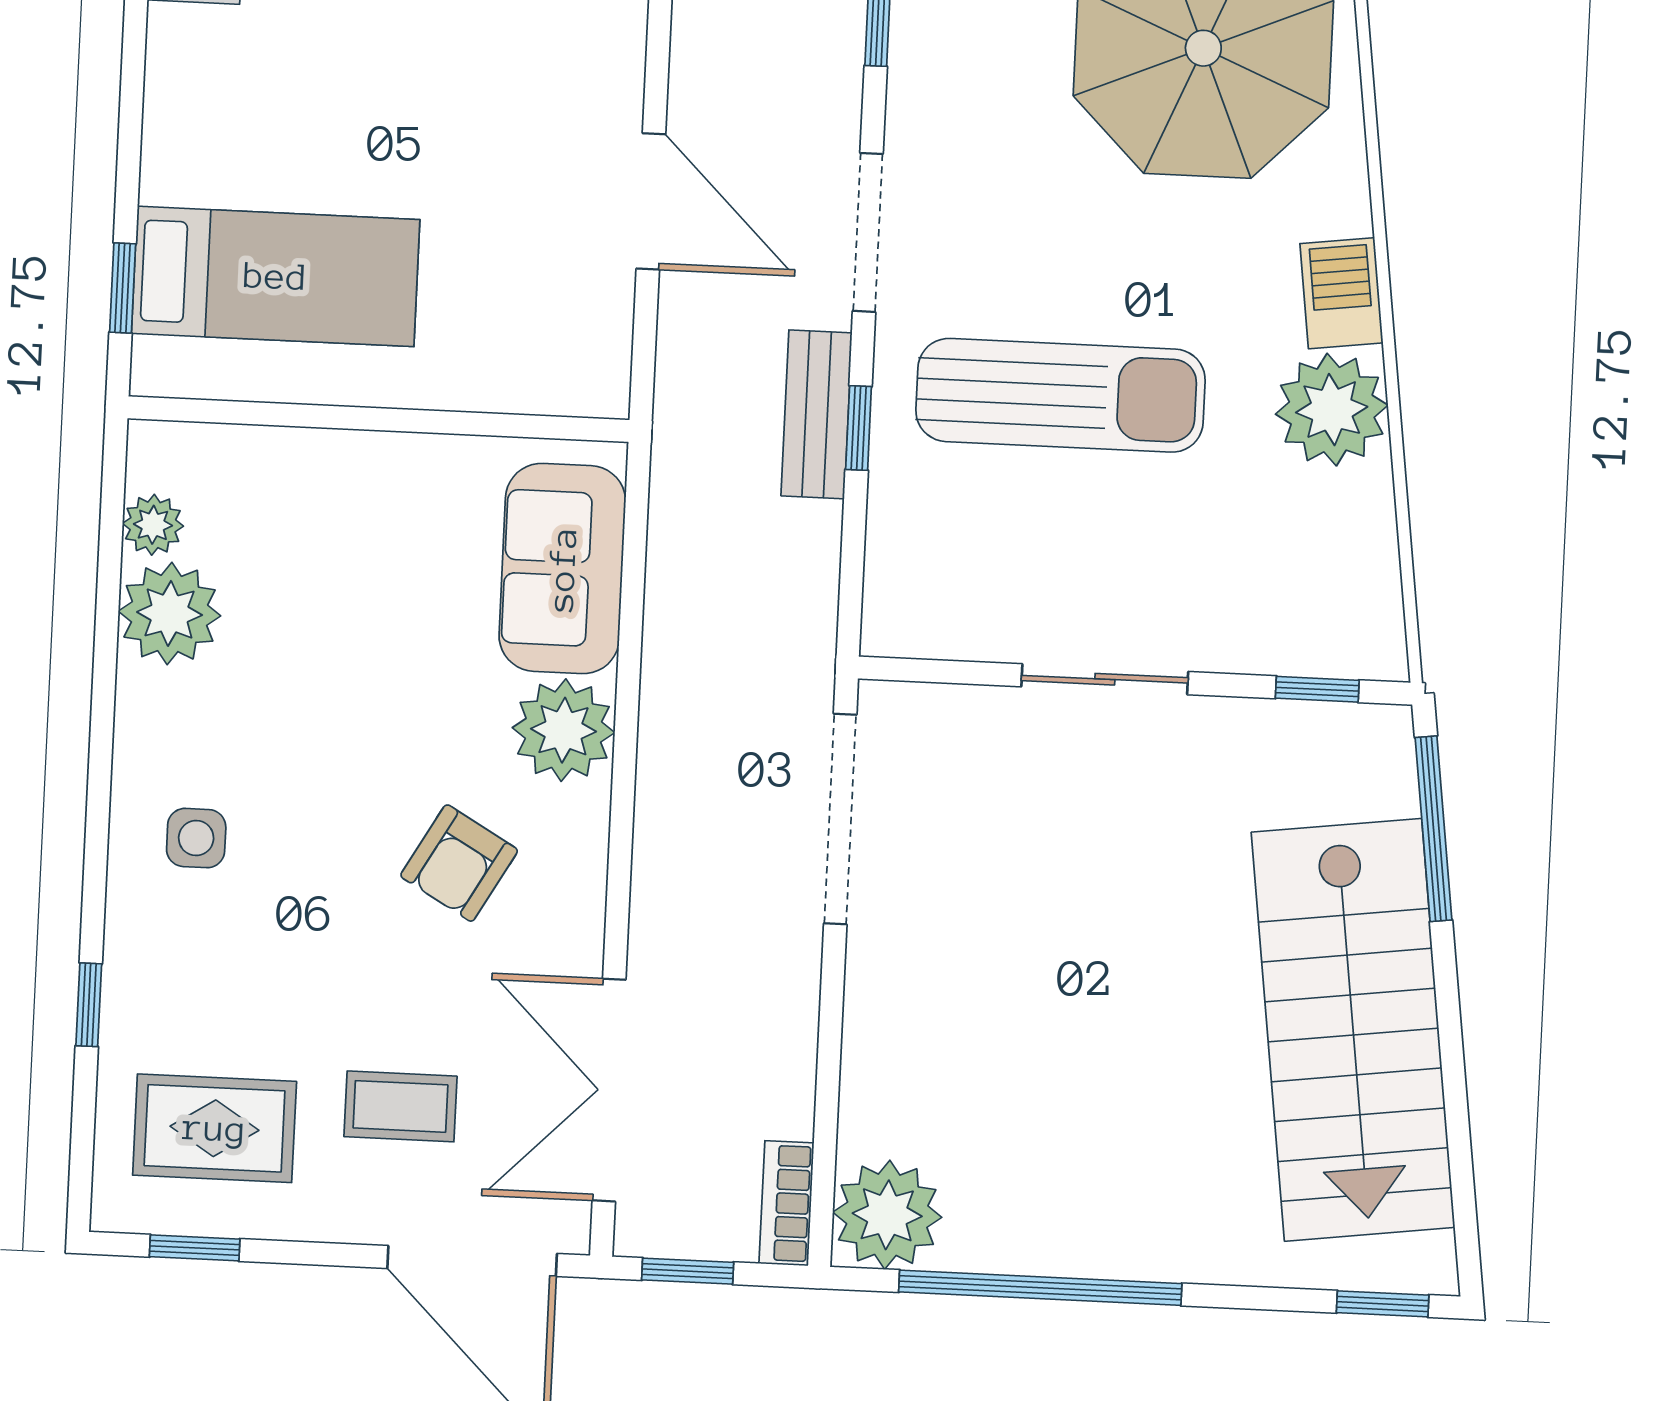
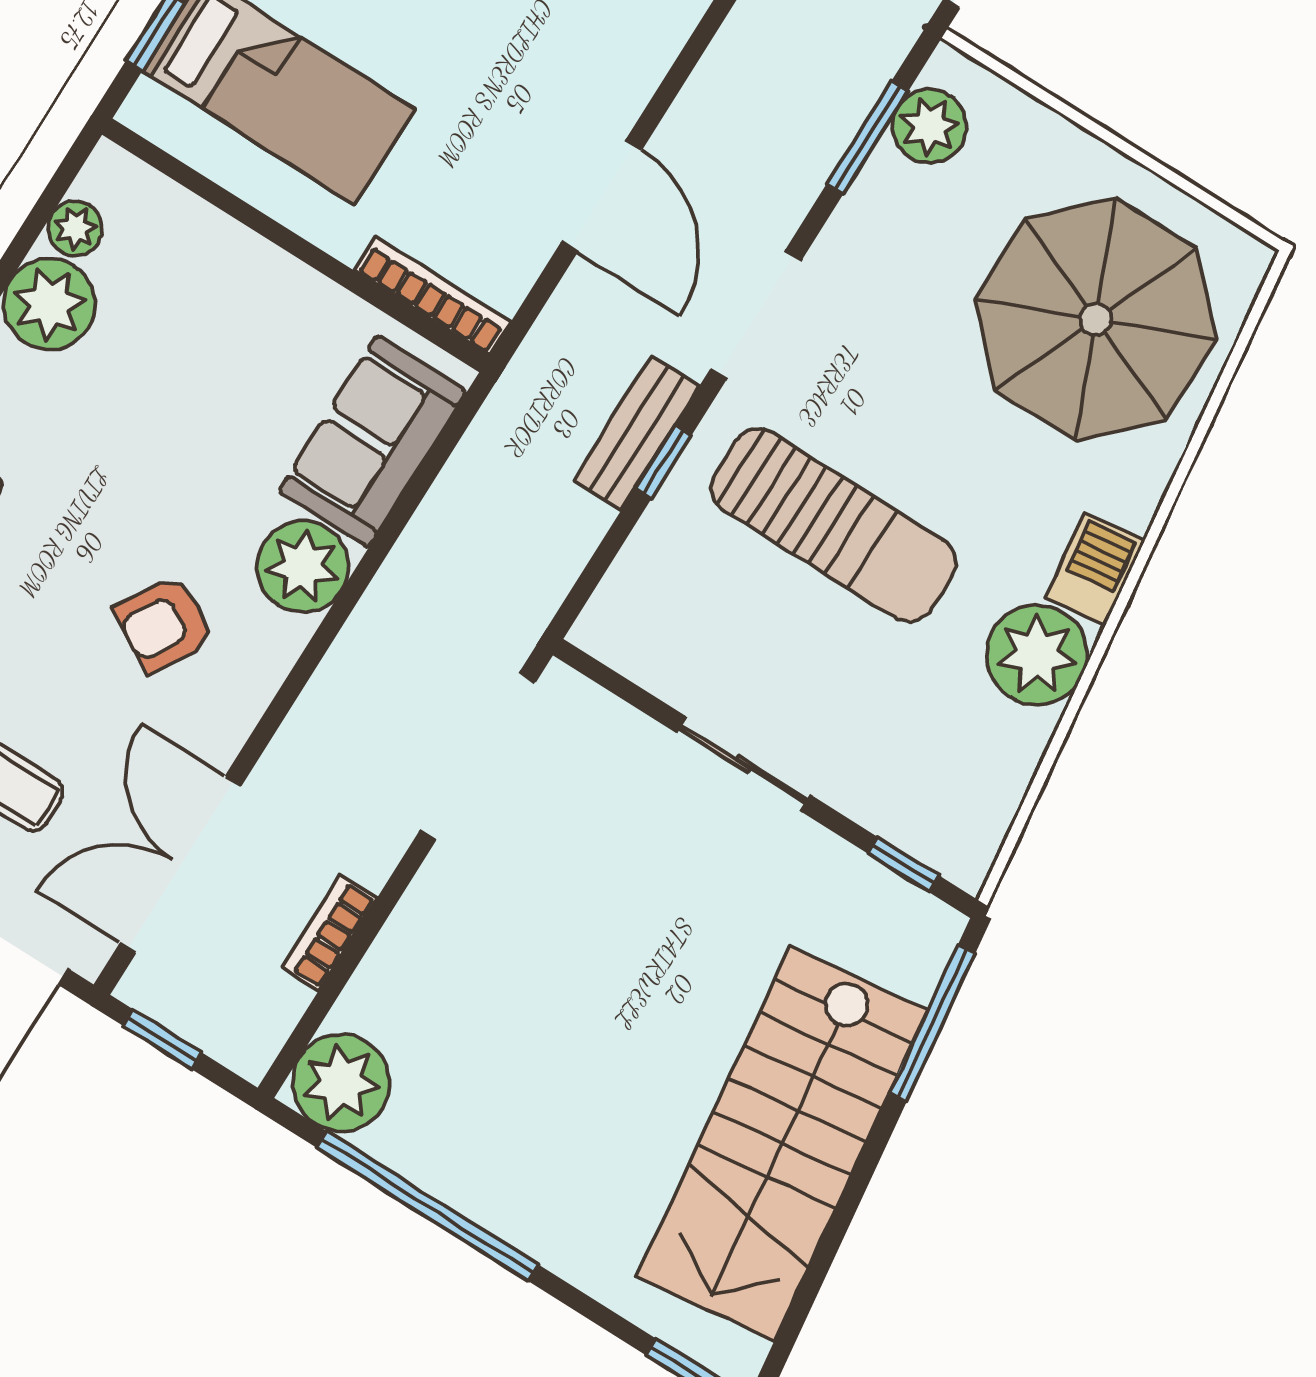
bookcase: (541, 393) -> (433, 296), added
bookcase: (786, 1203) -> (329, 933), moved

